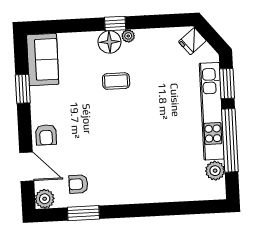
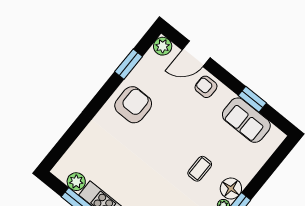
sofa: (43, 60) -> (246, 120), moved
armchair: (78, 184) -> (133, 105), moved, width x1.88, depth x1.88

